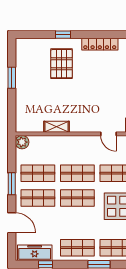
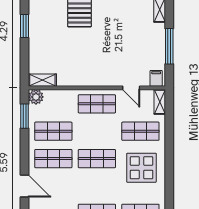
shelving: (56, 127) -> (42, 80), moved
shop shelf: (77, 173) -> (97, 104), moved
window: (12, 184) -> (24, 116), moved

